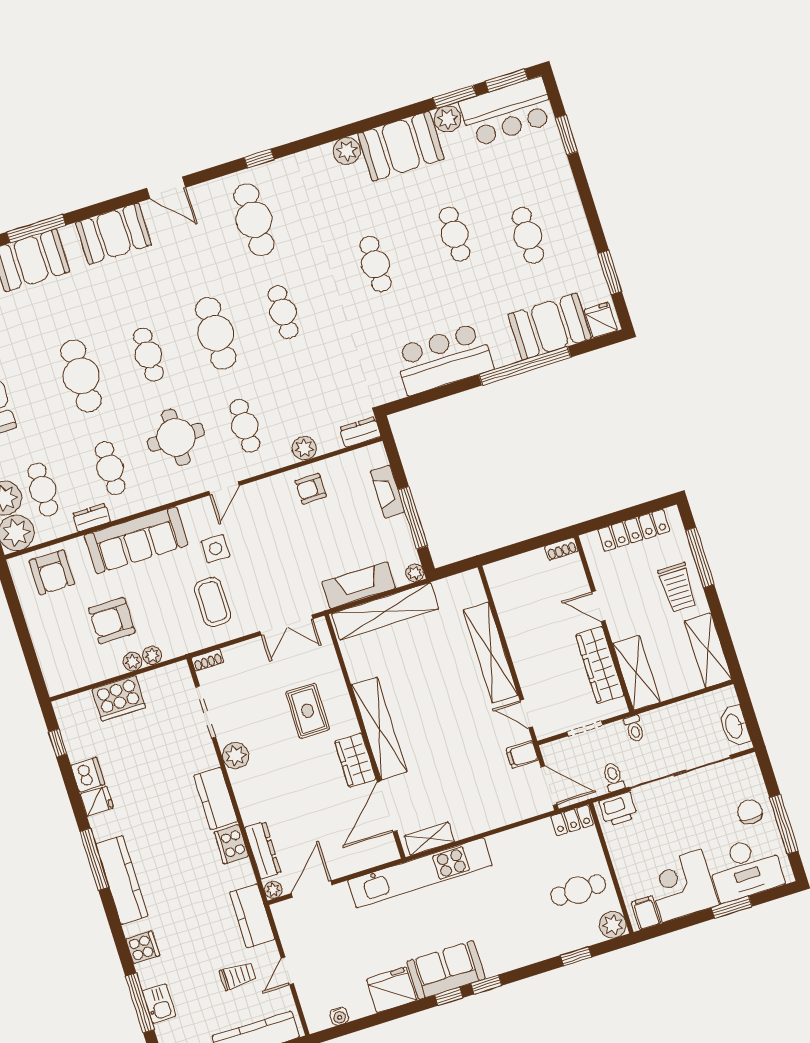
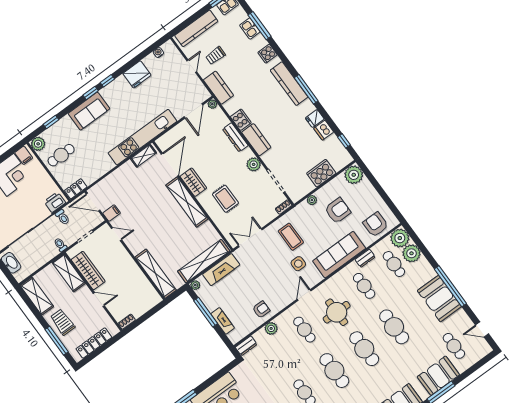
cafe table: (148, 355) -> (364, 349), width x1.37, depth x1.35
shelving: (491, 652) -> (156, 274), moved
plant: (132, 661) -> (354, 175), moved, width x1.88, depth x1.88
dresser: (263, 850) -> (235, 137), moved
sofa: (446, 970) -> (89, 111), moved

